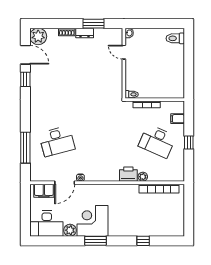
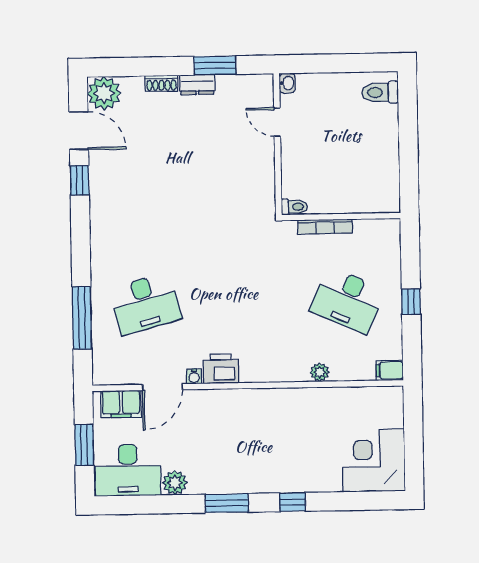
filing cabinet: (178, 119) -> (390, 370), moved
printer: (128, 174) -> (221, 369), moved
bookcase: (159, 189) -> (353, 396), removed
window: (25, 211) -> (84, 445), added
corner desk: (92, 221) -> (374, 460), moved
window: (143, 241) -> (293, 502), moved

